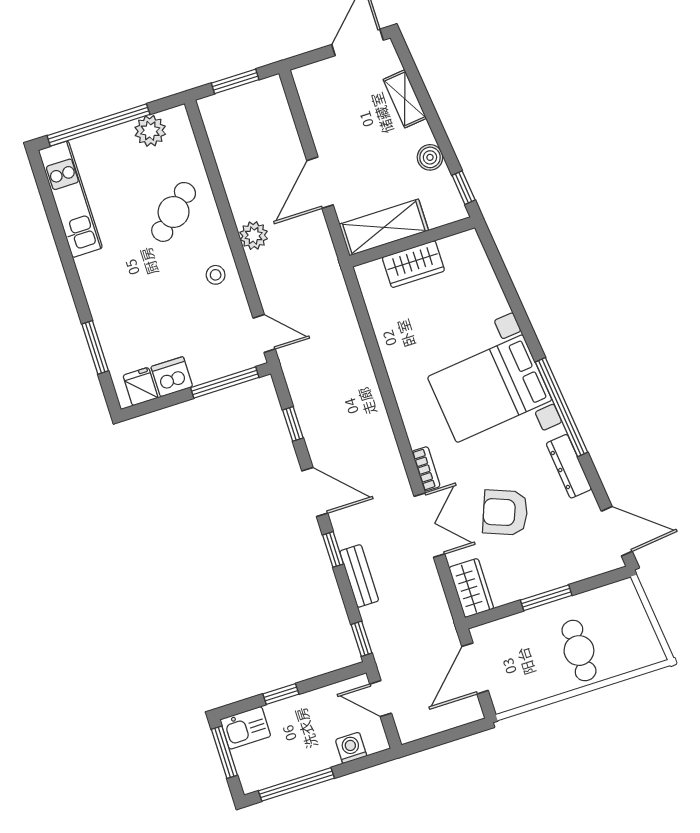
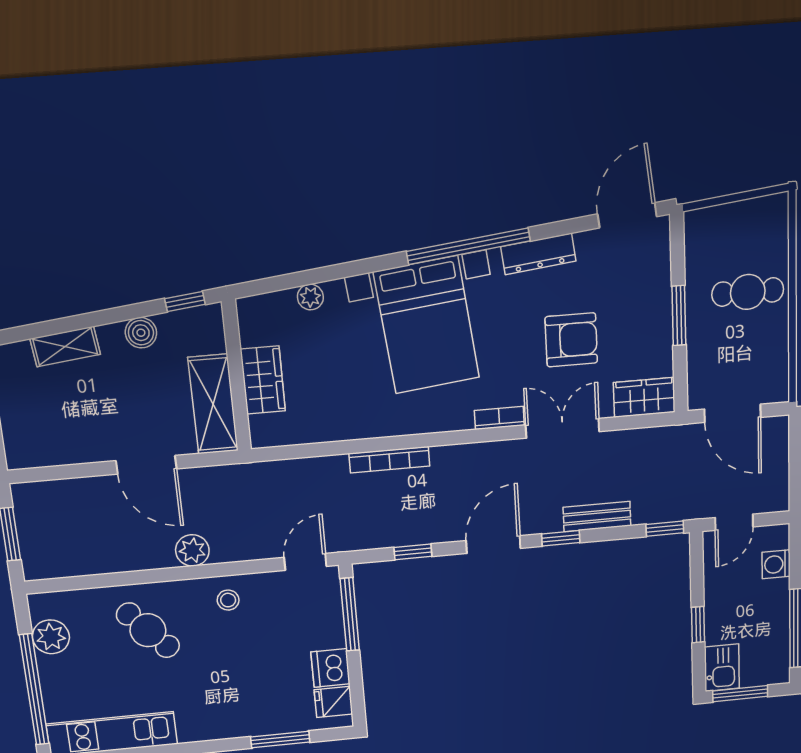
plant: (491, 288) -> (310, 297), added
bookcase: (369, 385) -> (389, 460), added
armchair: (505, 512) -> (571, 340), turned -111

